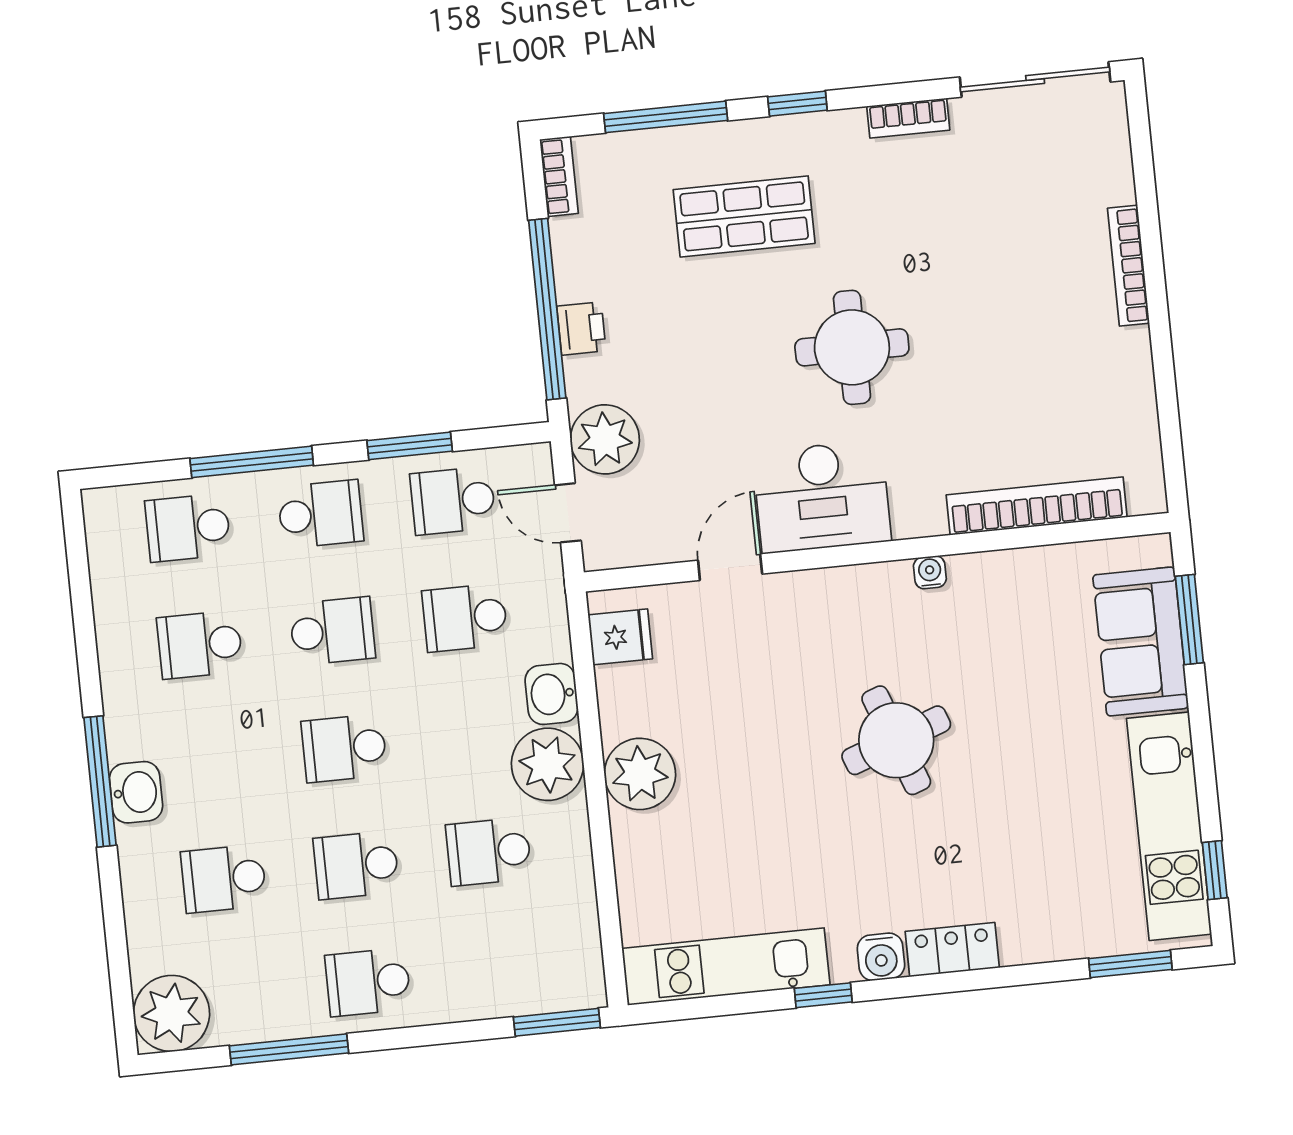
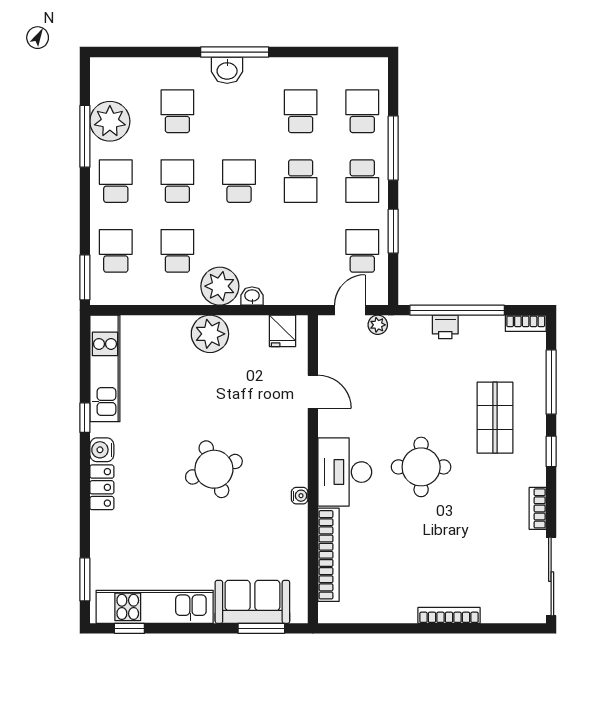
plant: (605, 439) -> (378, 325), width x0.53, depth x0.53
desk: (822, 497) -> (345, 472), moved
school desk: (465, 618) -> (116, 251), moved
washbasin: (552, 694) -> (252, 296), width x0.72, depth x0.69
plant: (171, 1013) -> (110, 121), moved

